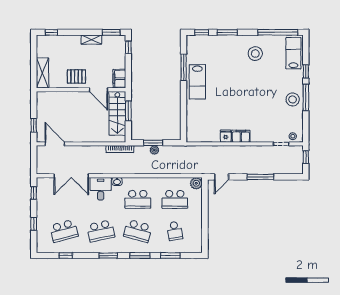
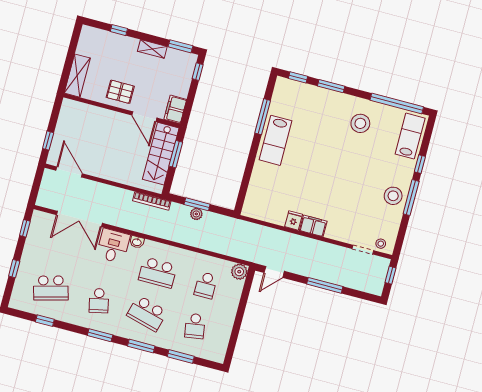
window: (51, 32) -> (119, 30), moved
school desk: (175, 199) -> (206, 285), width x0.54
school desk: (101, 231) -> (99, 301), width x0.54

